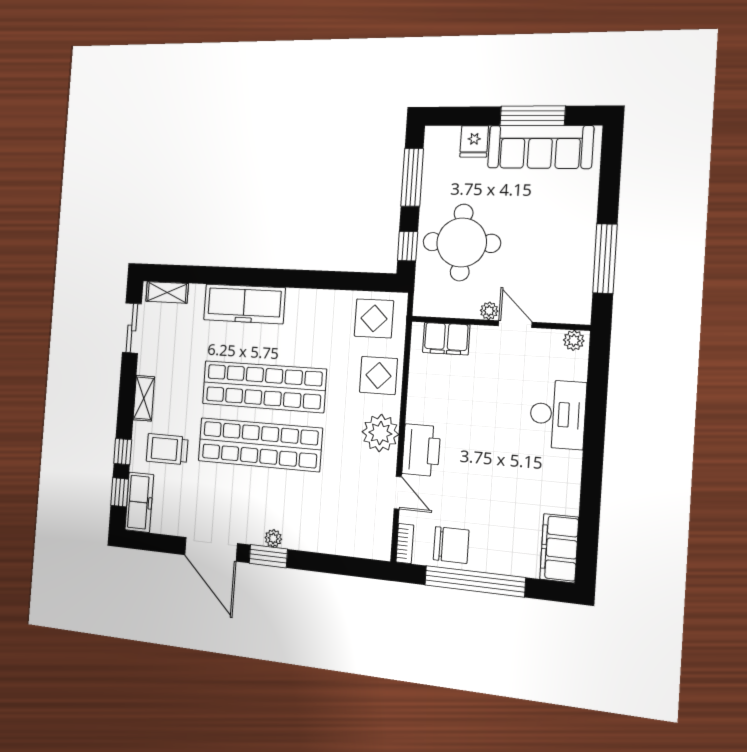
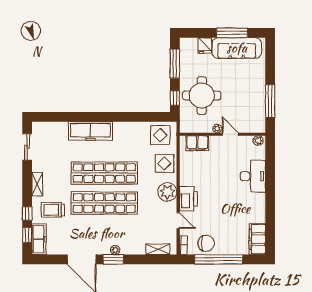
shelving: (167, 292) -> (158, 249), moved

